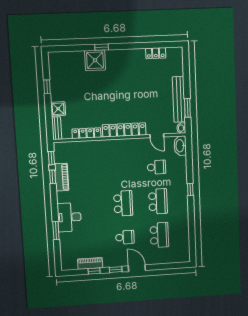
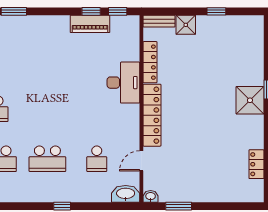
shower: (95, 60) -> (250, 100), moved
bench: (179, 99) -> (191, 194), removed
school desk: (123, 203) -> (47, 109), removed
desk: (69, 217) -> (123, 83), moved, turned 90

